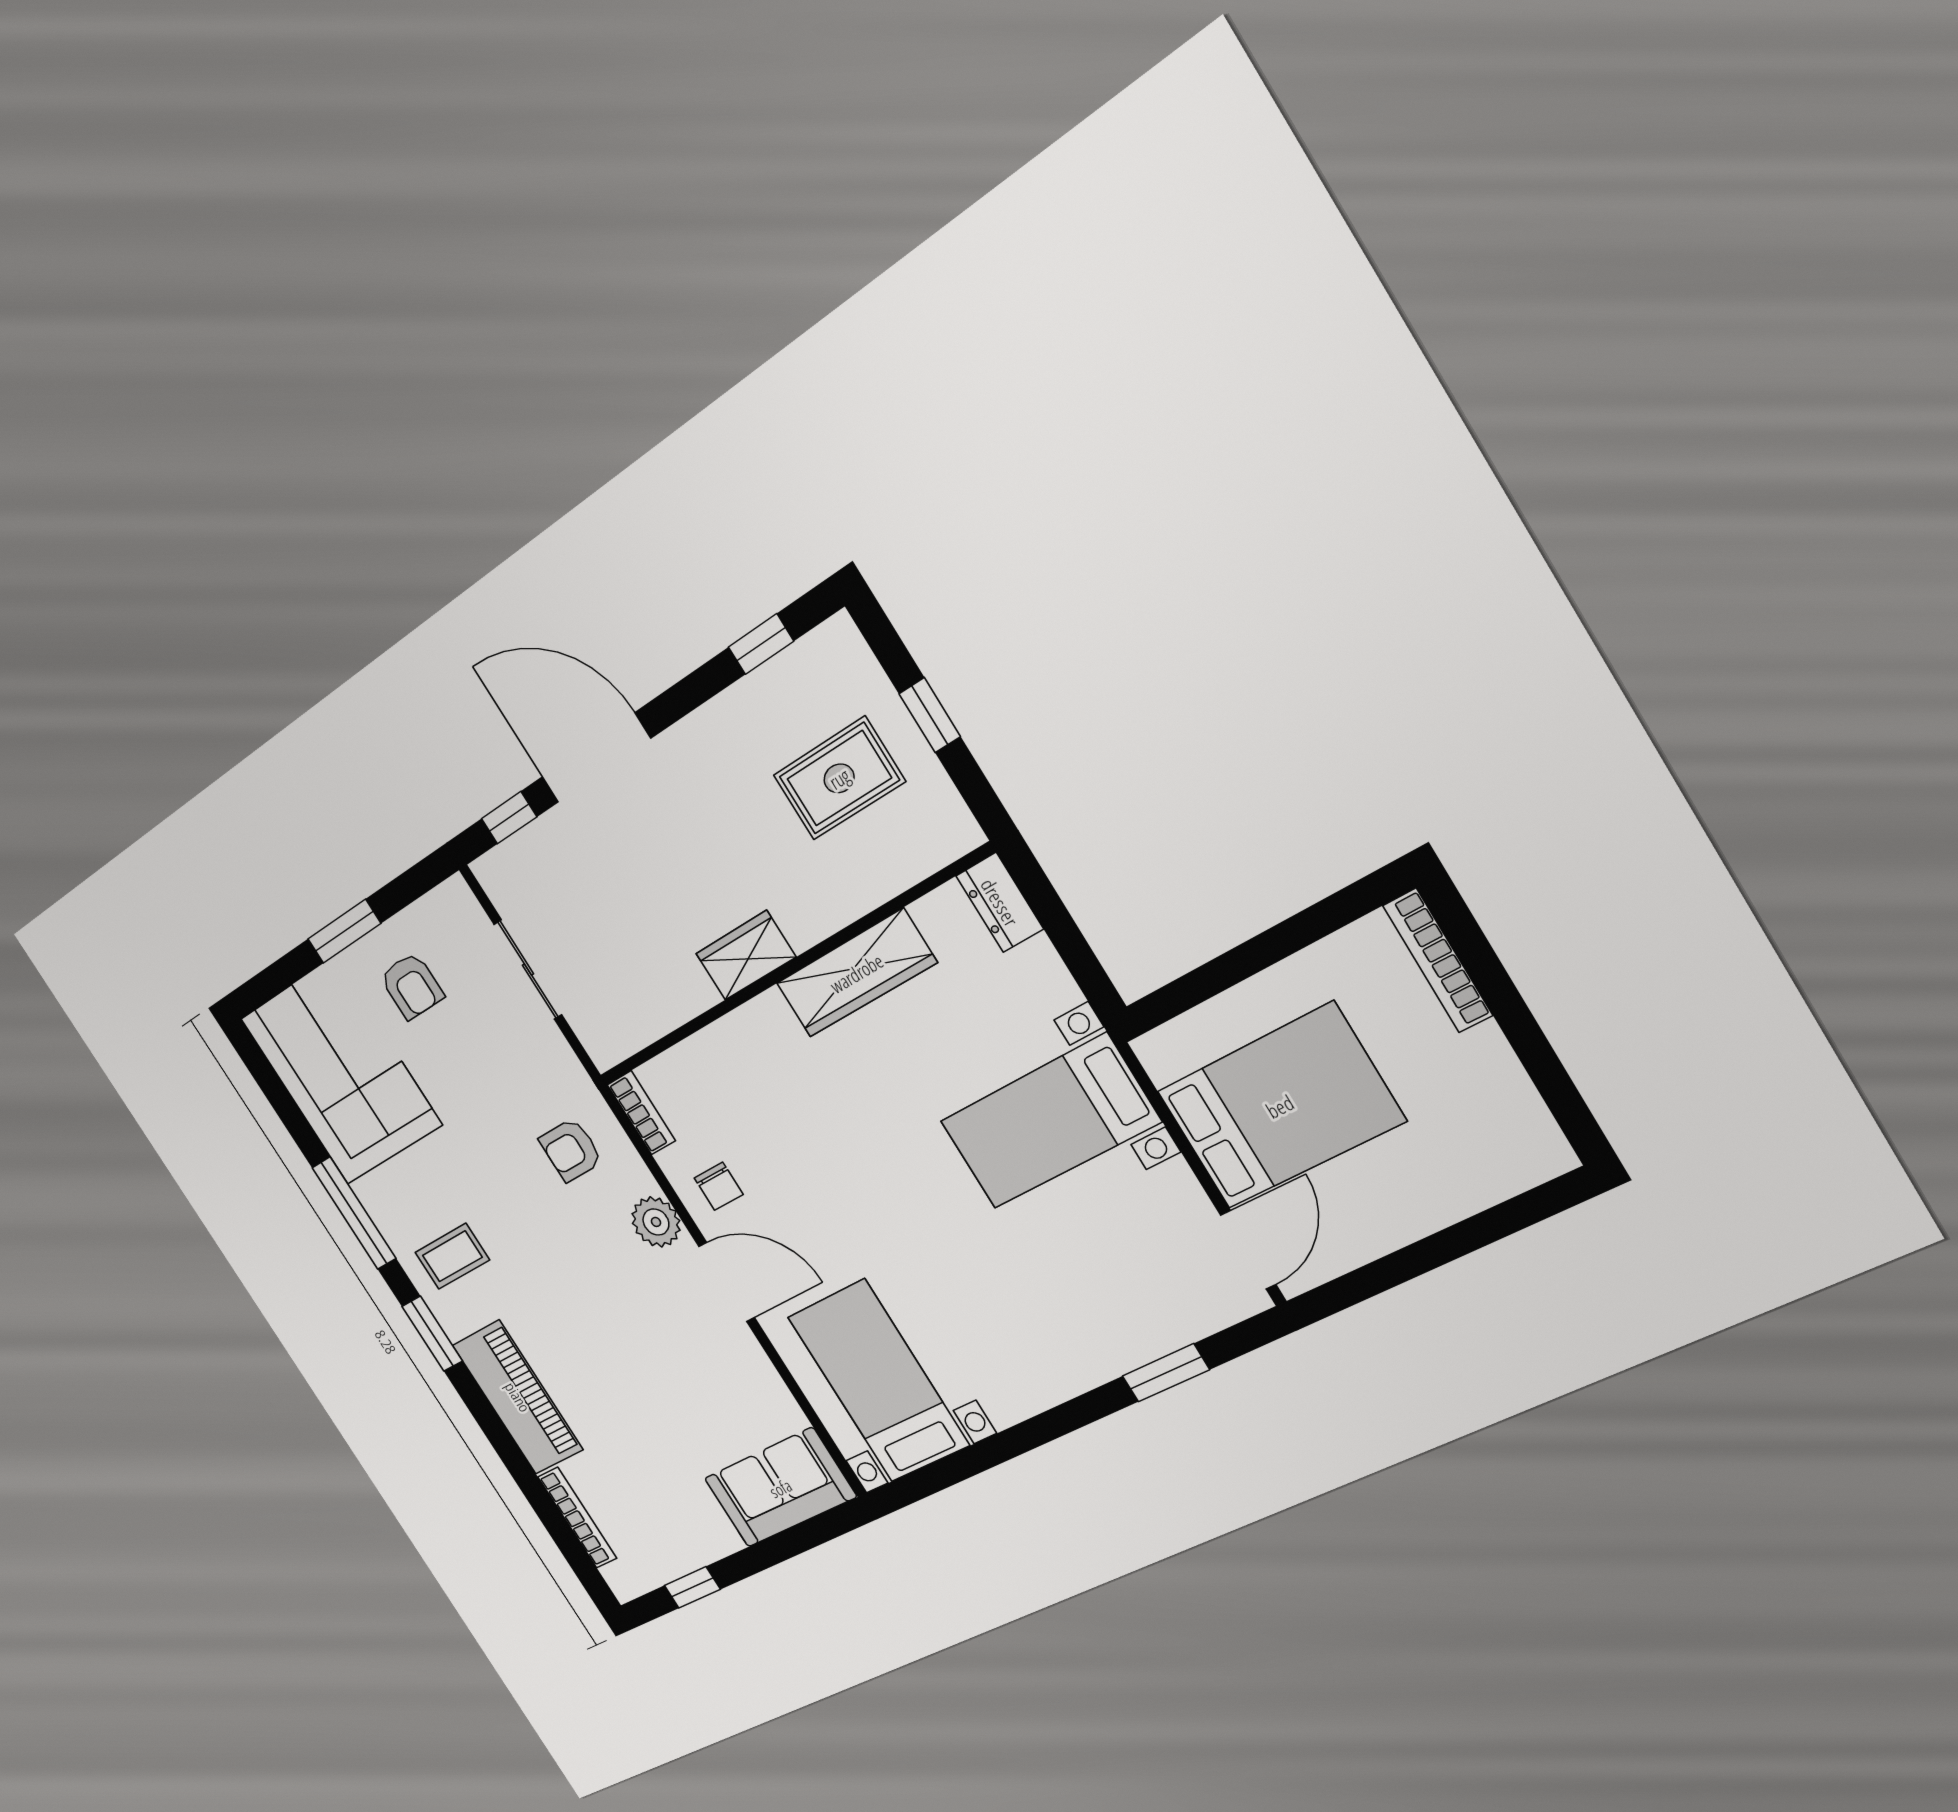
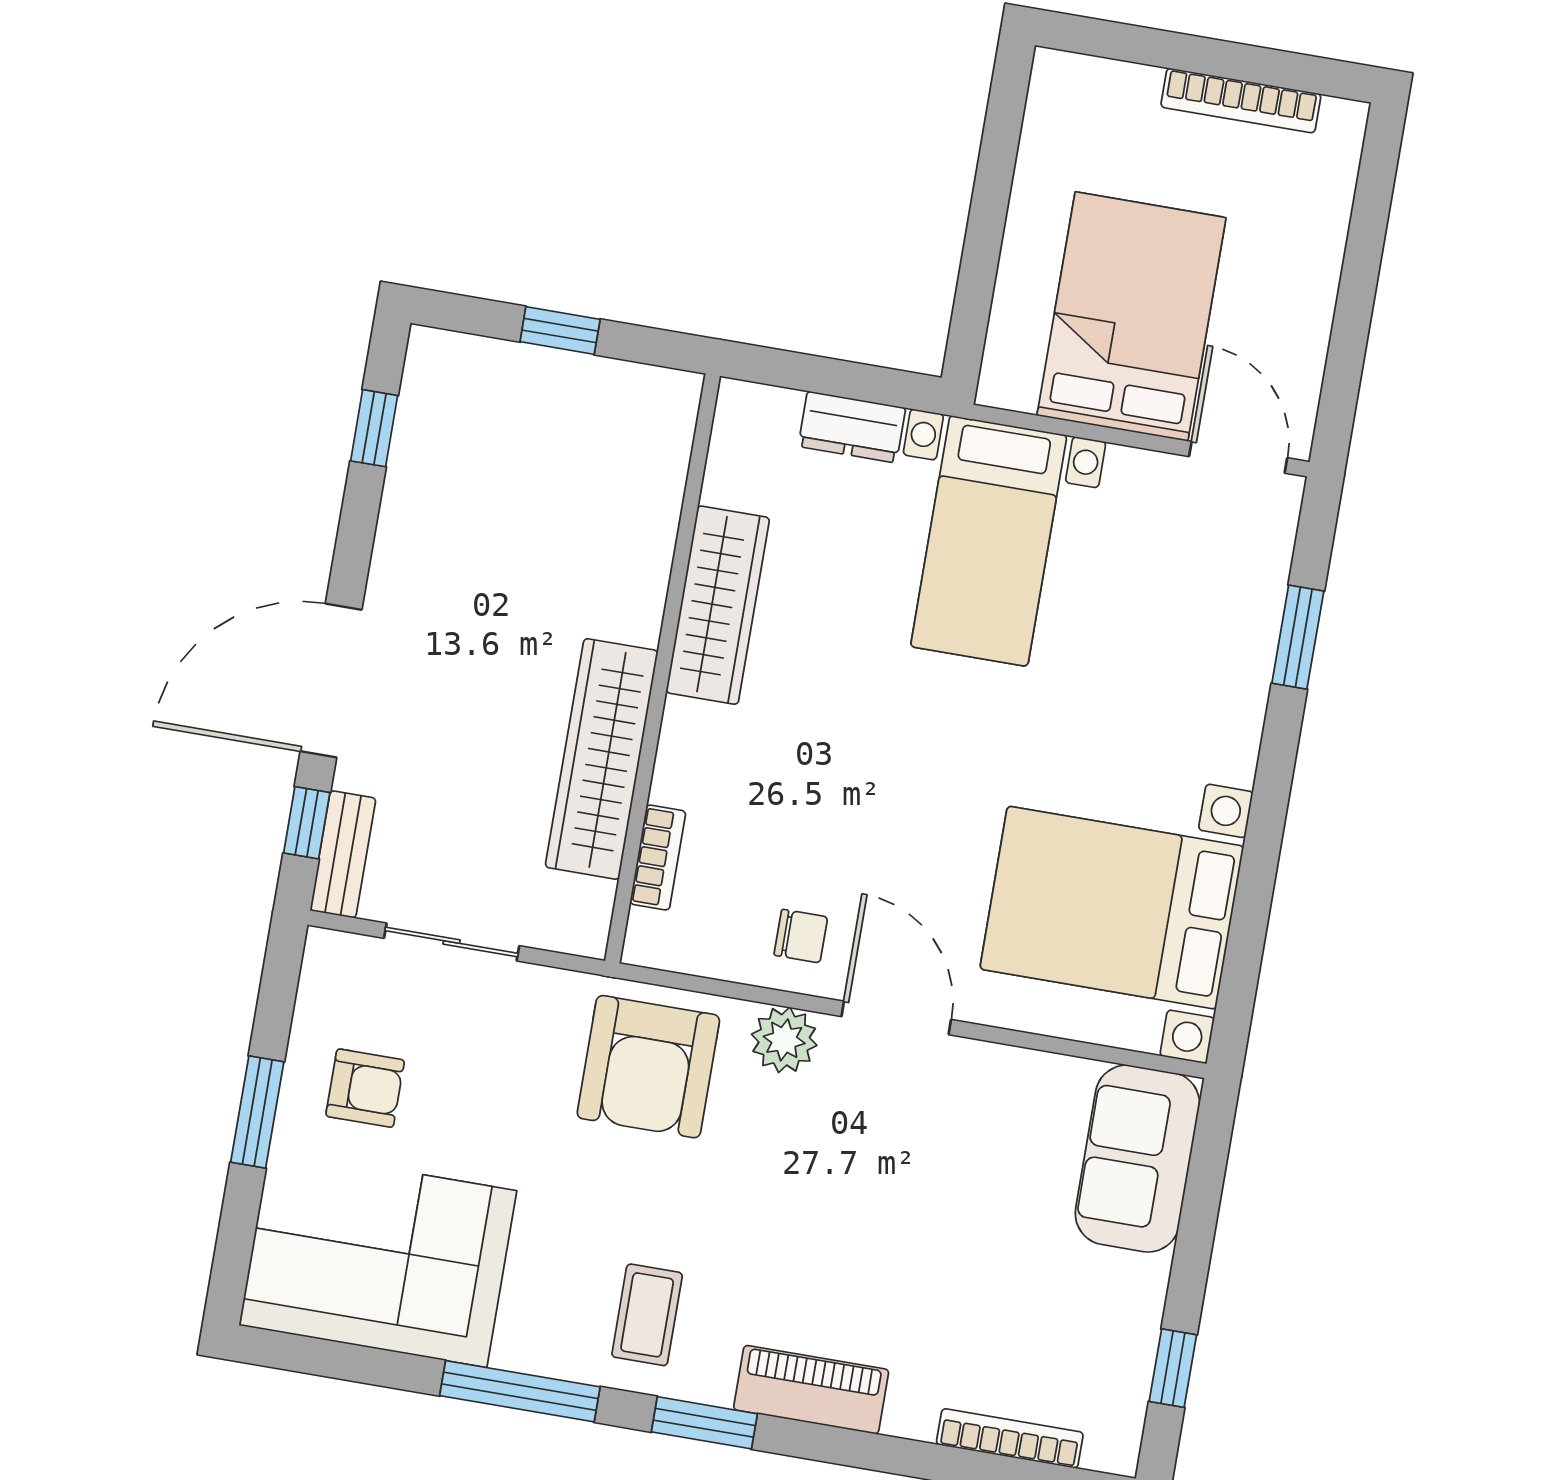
rug: (839, 778) -> (542, 462), removed
bench: (513, 857) -> (343, 854), added
dresser: (1000, 902) -> (852, 427), moved
wardrobe: (746, 955) -> (602, 759), width x2.10, depth x1.17
bookcase: (1438, 960) -> (1241, 101), moved
bookcase: (641, 1113) -> (658, 858), moved, turned 90
armchair: (571, 1150) -> (648, 1067), width x1.88, depth x1.88
door: (727, 1282) -> (896, 1018), hinge flipped
bed with nightstands: (878, 1381) -> (1112, 908), width x1.36
piano: (518, 1397) -> (811, 1390), width x0.73, depth x0.75

